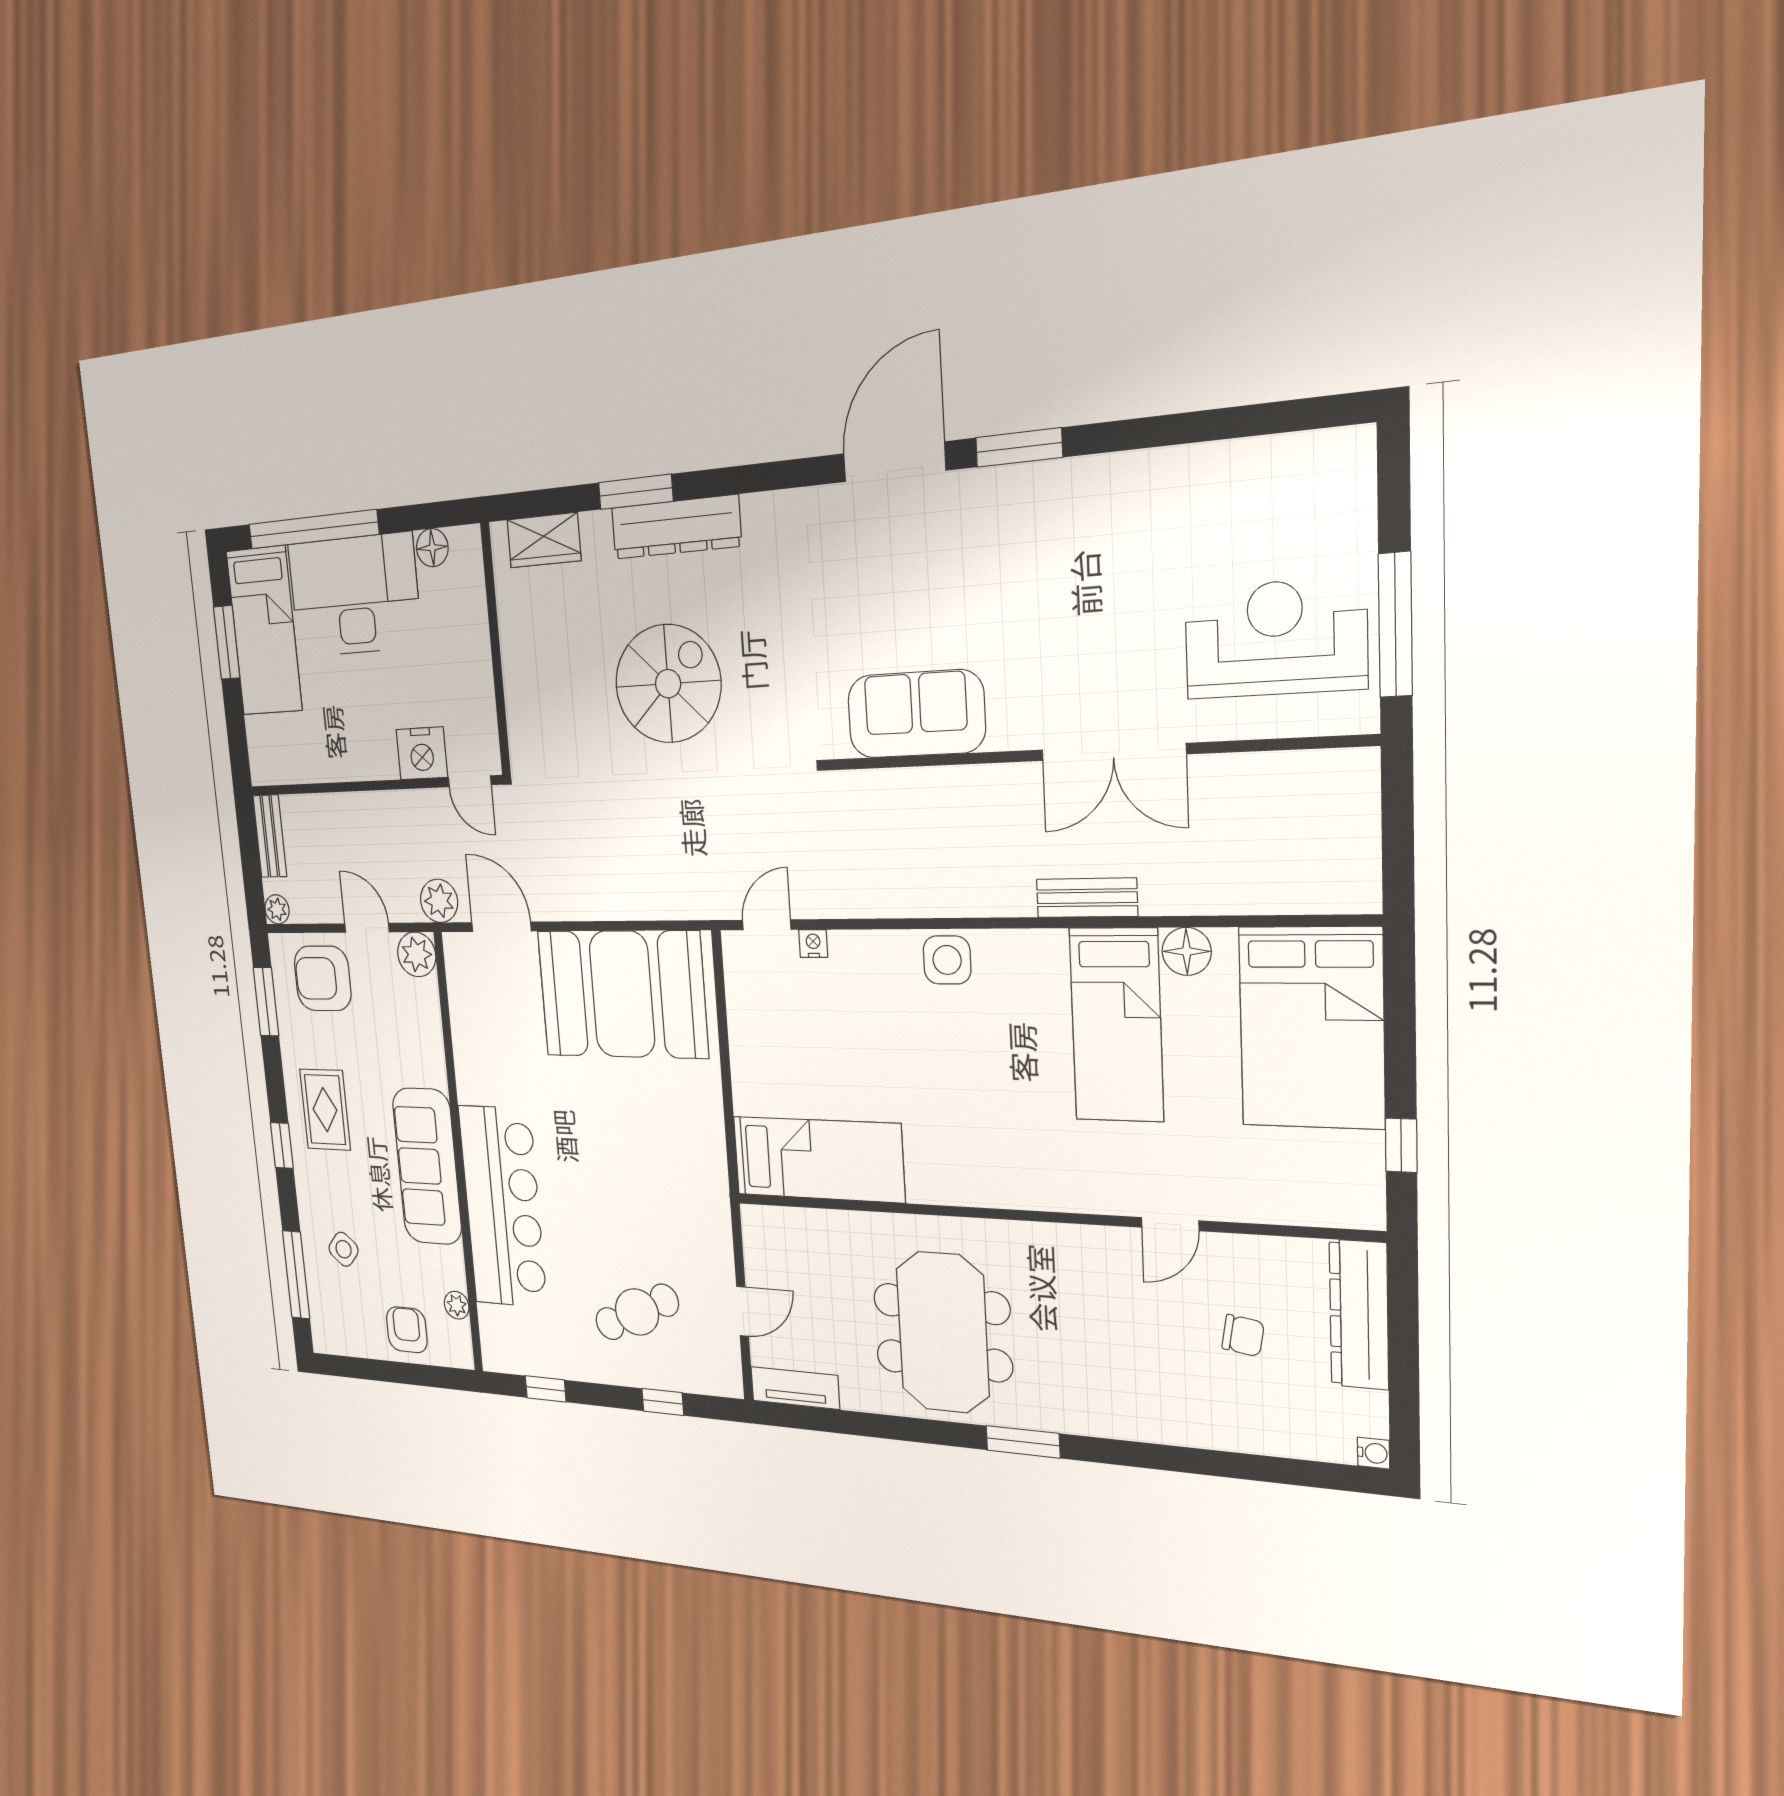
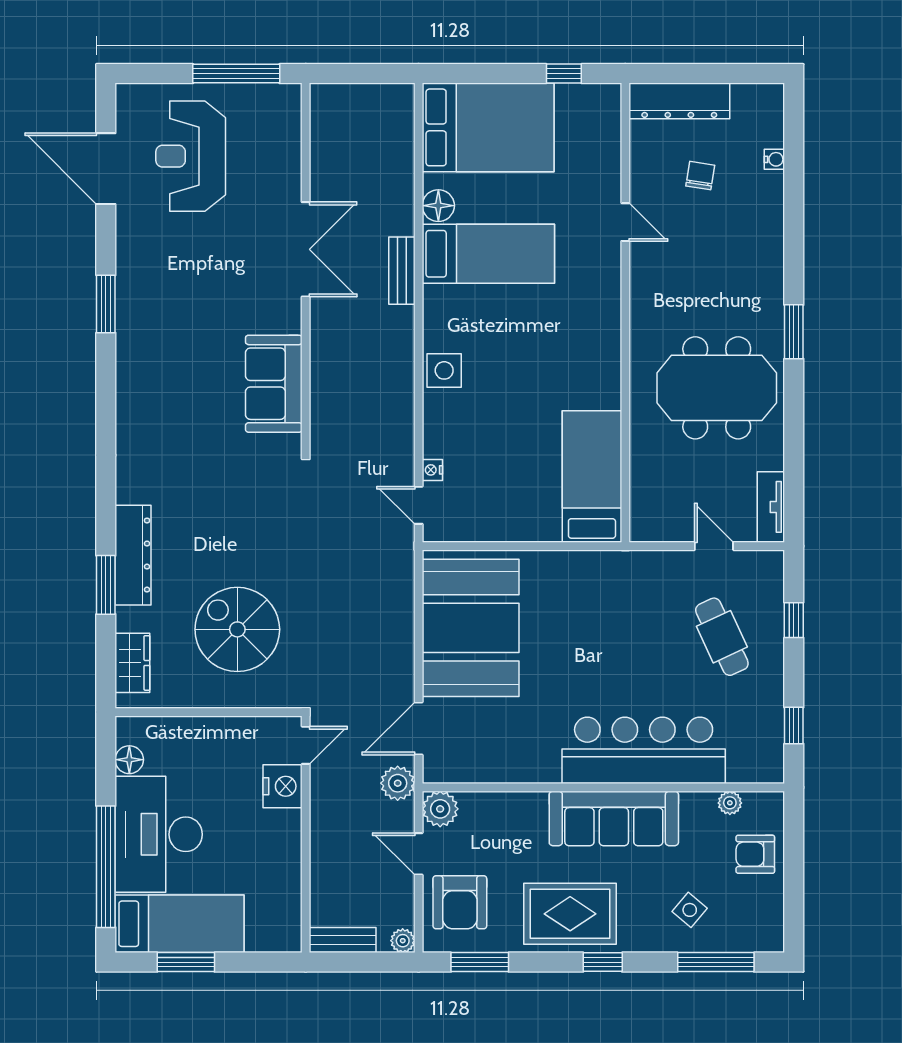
door: (894, 462) -> (106, 169), moved
reception desk: (1275, 638) -> (191, 156), moved
spiral stairs: (668, 684) -> (237, 629), moved
door: (367, 928) -> (419, 854), hinge flipped
rug: (325, 1110) -> (570, 914), width x1.36, depth x1.43
water cooler: (1373, 1453) -> (774, 159), moved, turned 90

